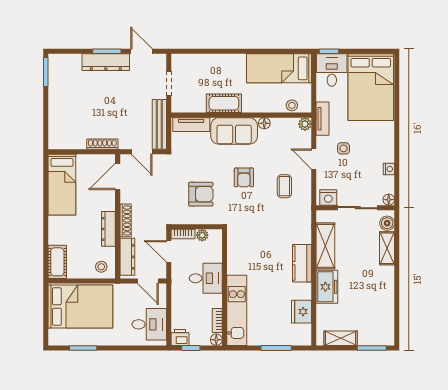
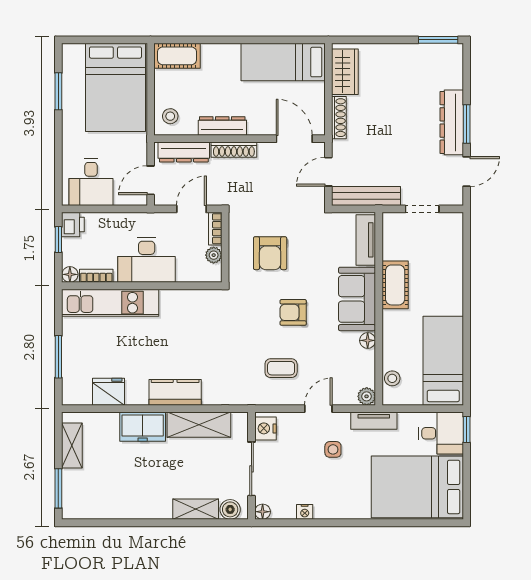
wardrobe: (69, 140) -> (345, 72), added
desk: (206, 278) -> (147, 260), width x1.37

